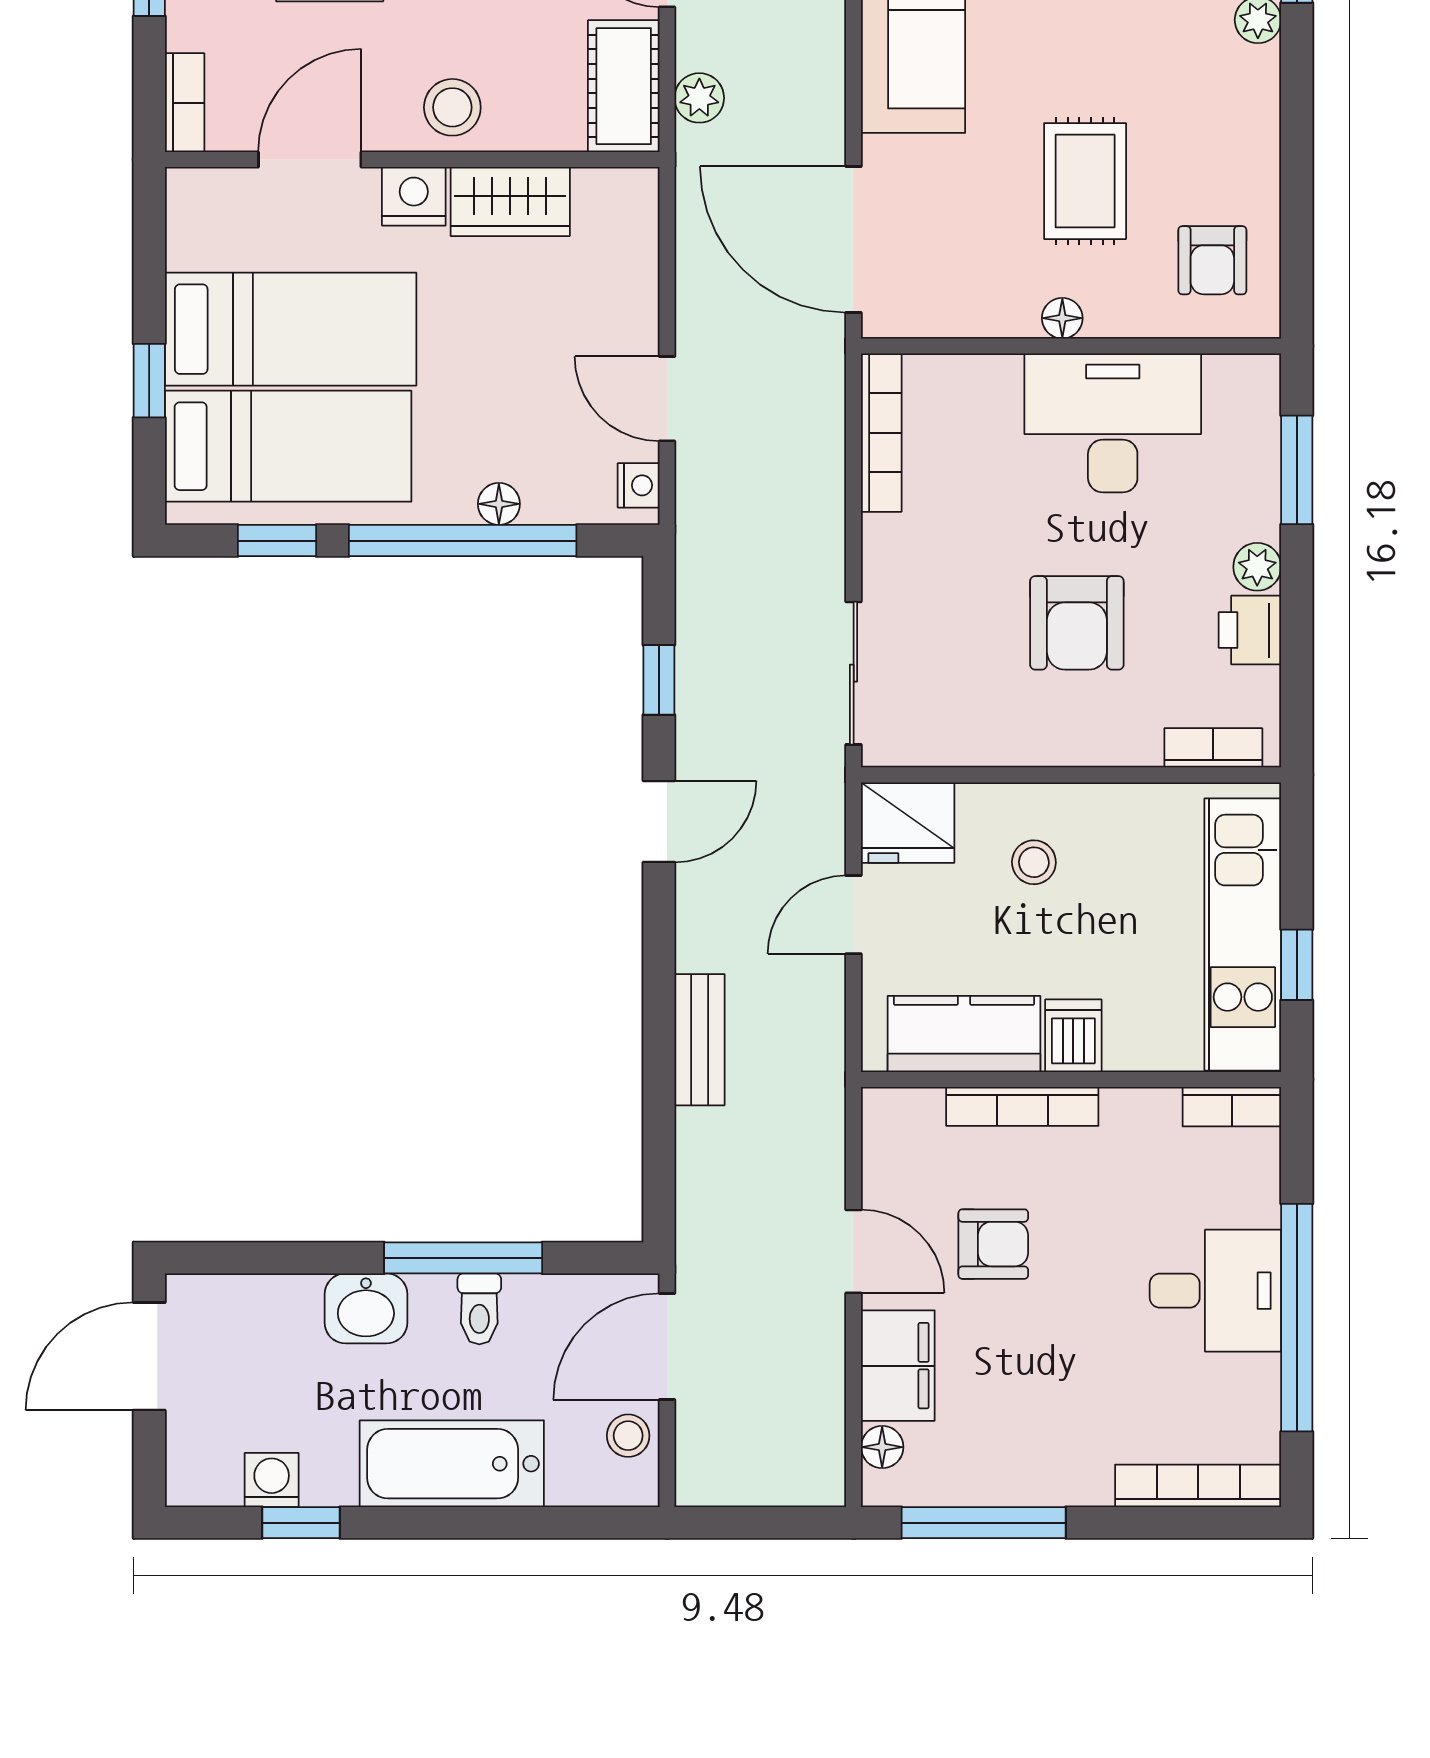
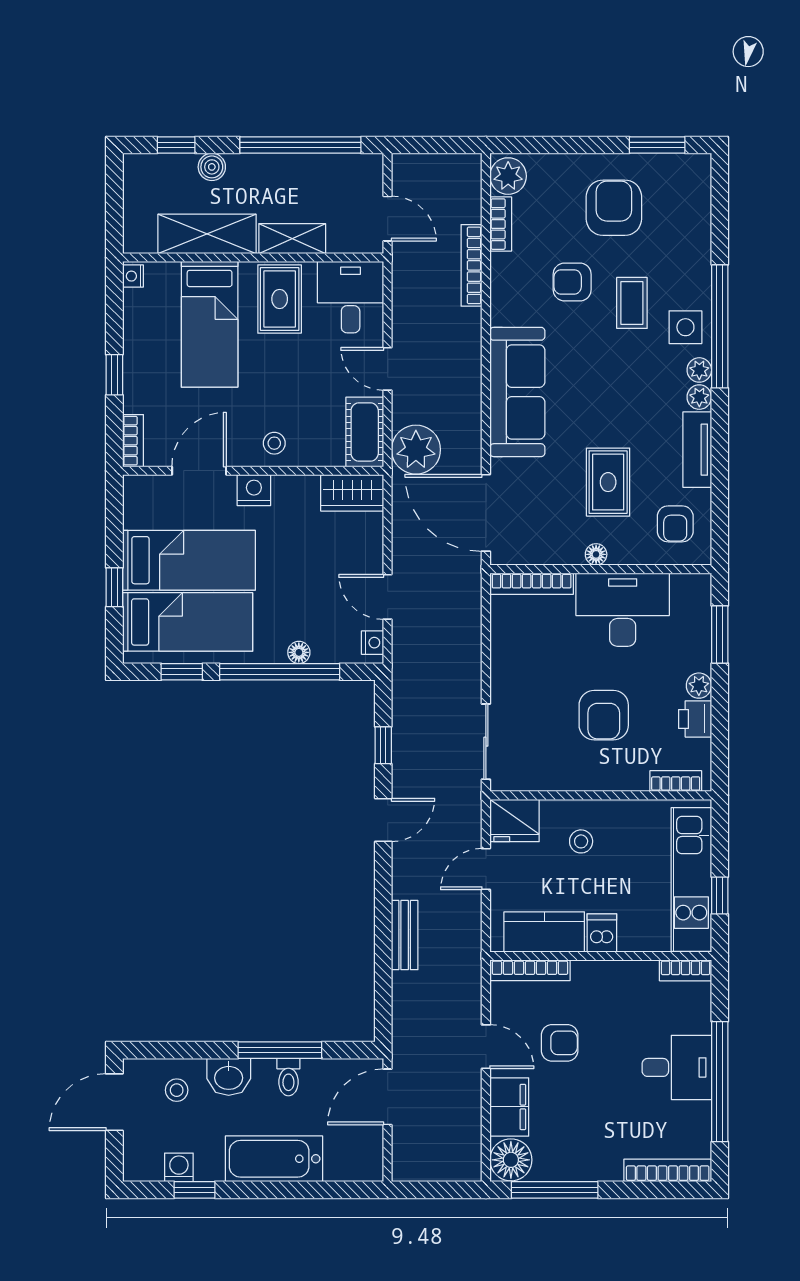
plant: (699, 98) -> (416, 450), width x1.87, depth x1.87
stool: (452, 107) -> (274, 443), width x0.73, depth x0.73
tv unit: (1254, 120) -> (697, 450), added
wardrobe: (510, 202) -> (352, 493), moved
bookcase: (881, 433) -> (532, 584), moved, turned 90
bookcase: (1022, 1106) -> (530, 970), moved
stool: (628, 1436) -> (177, 1090), moved
floor lamp: (882, 1447) -> (511, 1160), width x1.89, depth x1.89

